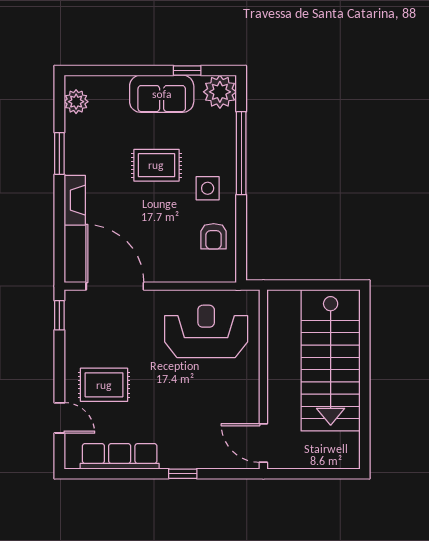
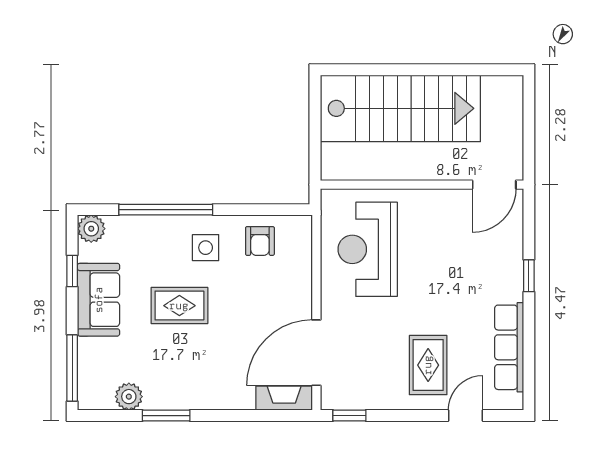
window: (101, 71) -> (72, 368), added
plant: (220, 92) -> (91, 229), width x0.73, depth x0.73
plant: (76, 102) -> (129, 397), moved
rug: (156, 165) -> (179, 306), turned 90
fireplace: (75, 200) -> (284, 398), moved
armchair: (214, 236) -> (260, 241), turned 90

